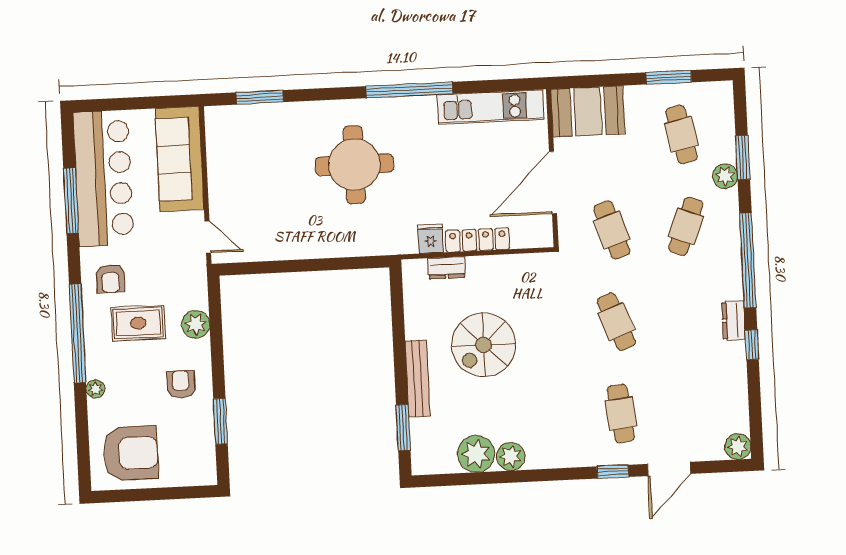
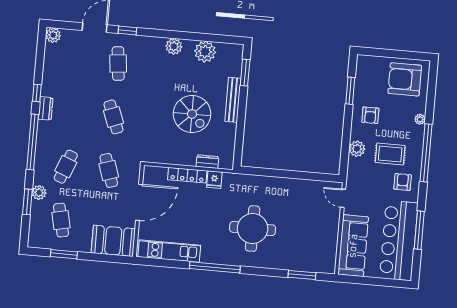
spiral stairs: (484, 345) -> (192, 114), turned 90
plant: (511, 456) -> (174, 46), moved

